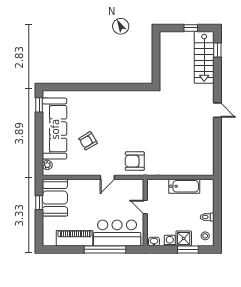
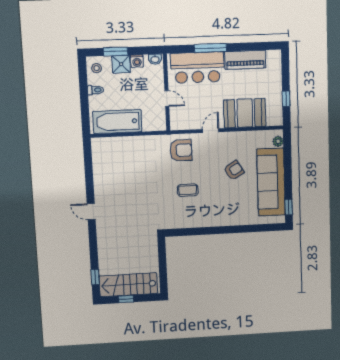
stairs: (204, 57) -> (128, 285), moved, turned -90
coffee table: (130, 125) -> (188, 190), added
bathtub: (184, 186) -> (117, 122), width x1.36, depth x1.36
booth: (55, 198) -> (245, 113), moved, turned 90
window: (105, 249) -> (210, 48), width x0.68

